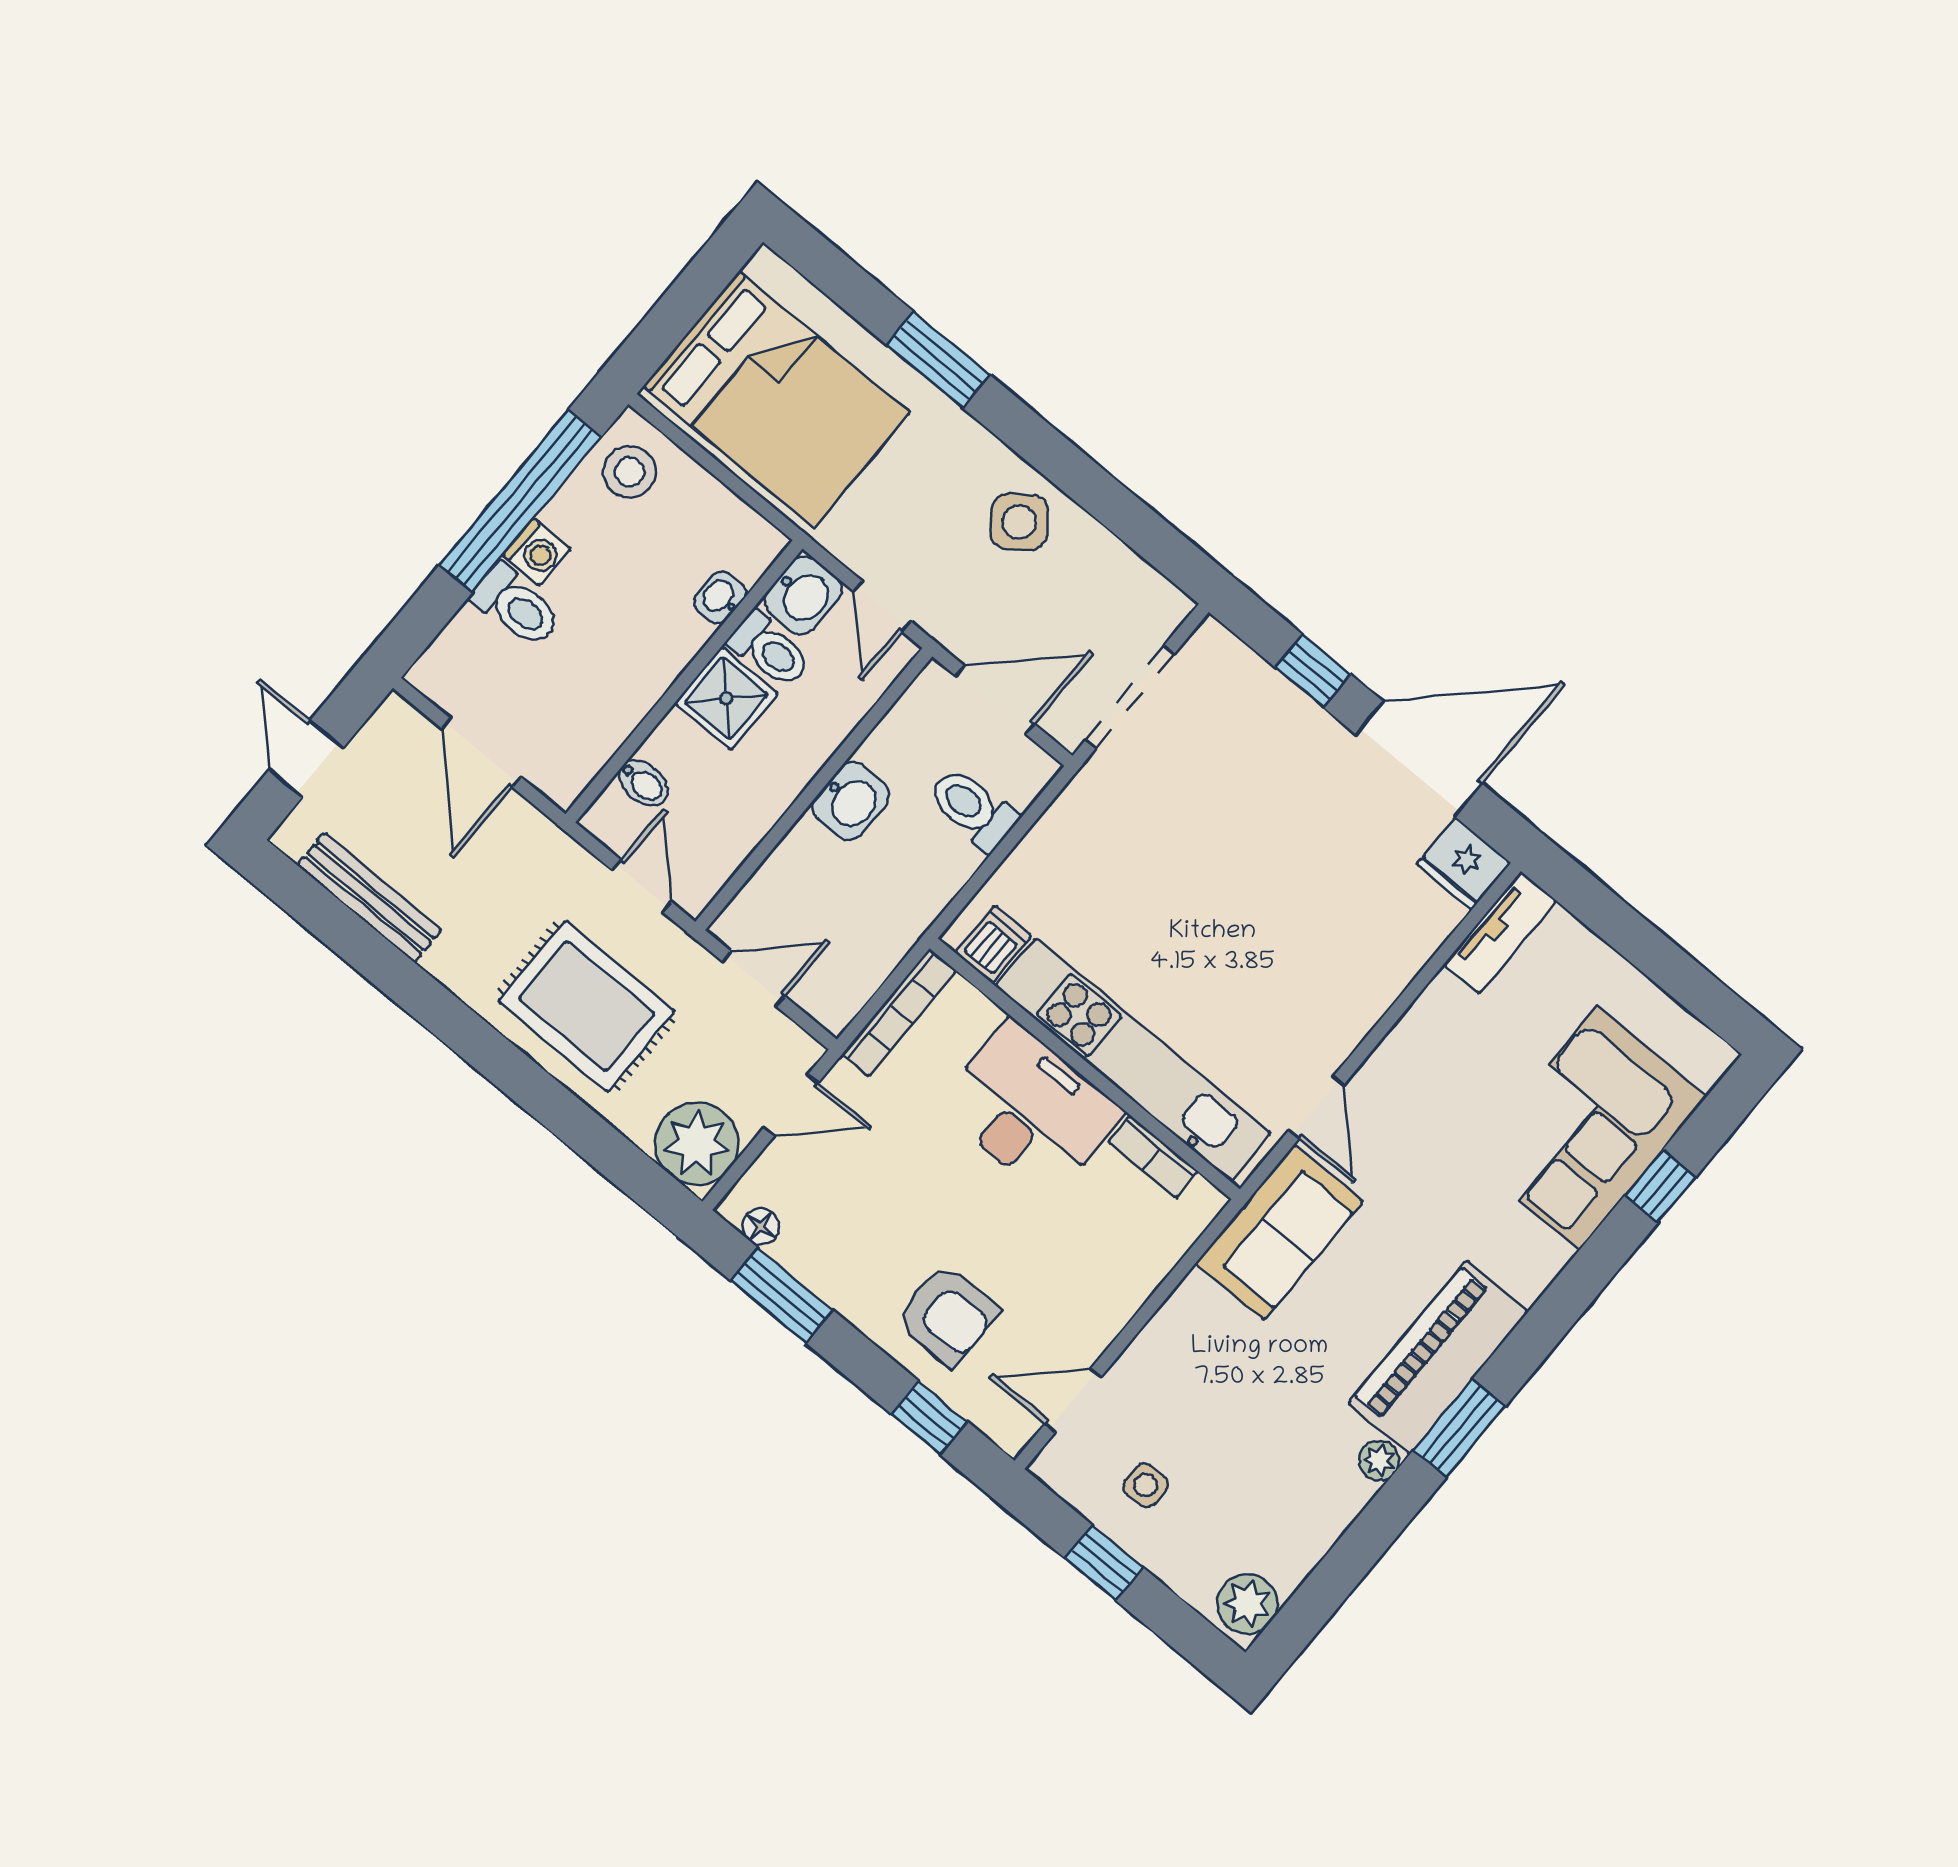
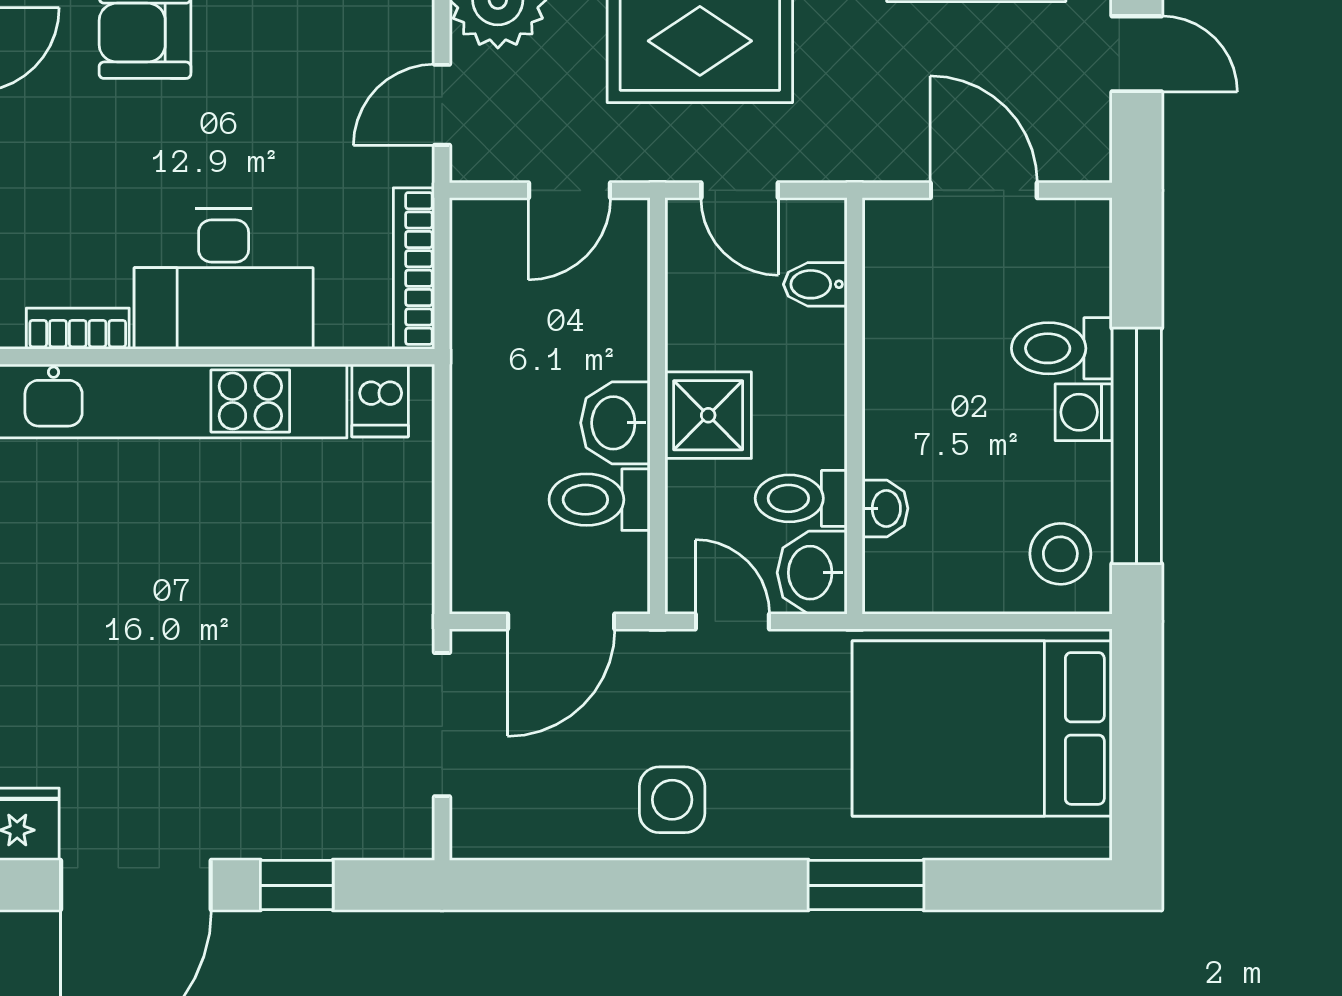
side table: (1019, 522) -> (672, 800), turned 36
shower: (726, 698) -> (708, 415), moved
toilet: (973, 809) -> (600, 500), moved, turned 180

